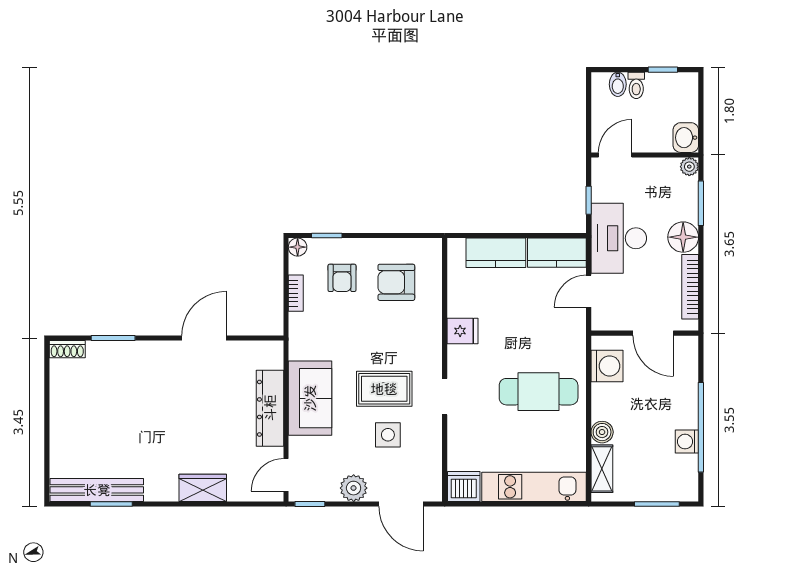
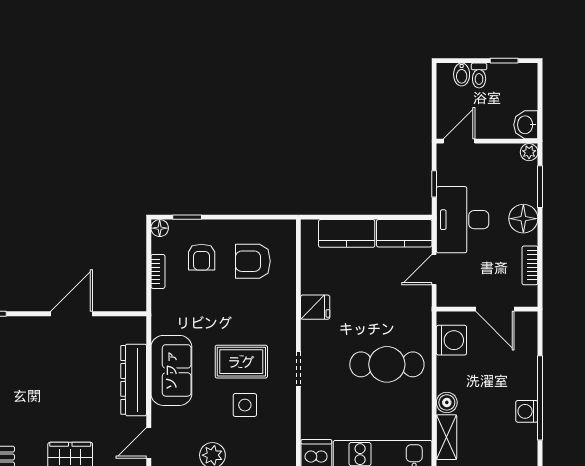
bookcase: (690, 287) -> (530, 265), width x0.64

